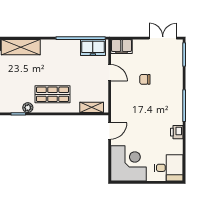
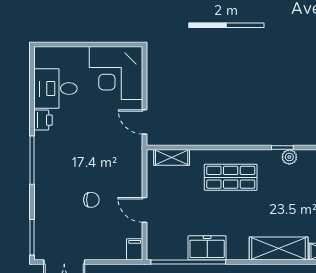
filing cabinet: (121, 47) -> (135, 249), width x0.50
freezer: (93, 48) -> (207, 248), moved
plant: (28, 108) -> (289, 157), moved
door: (110, 131) -> (145, 122), hinge flipped
desk: (169, 168) -> (55, 89), moved

